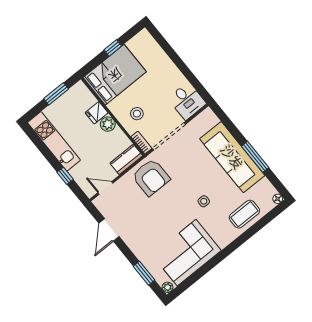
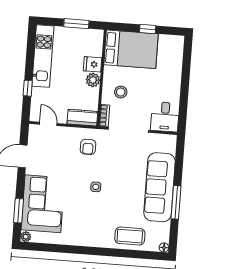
armchair: (151, 177) -> (88, 147), width x0.53, depth x0.53
side table: (204, 201) -> (96, 187), moved
corner sofa: (187, 253) -> (43, 204), moved, turned 90

